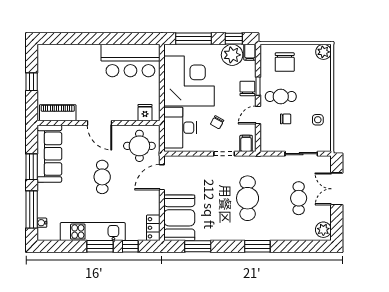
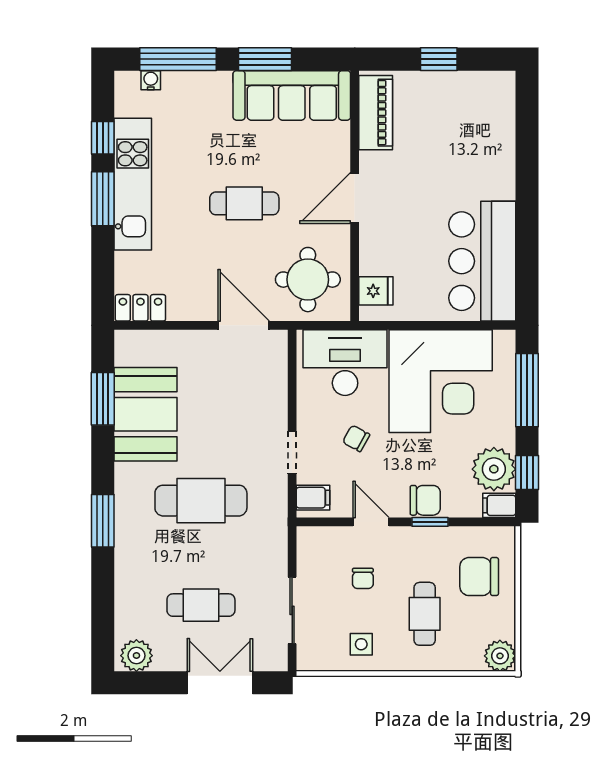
cafe table: (281, 96) -> (425, 614), moved
booth: (179, 218) -> (145, 414), moved, turned 90
window: (130, 246) -> (103, 138), moved

